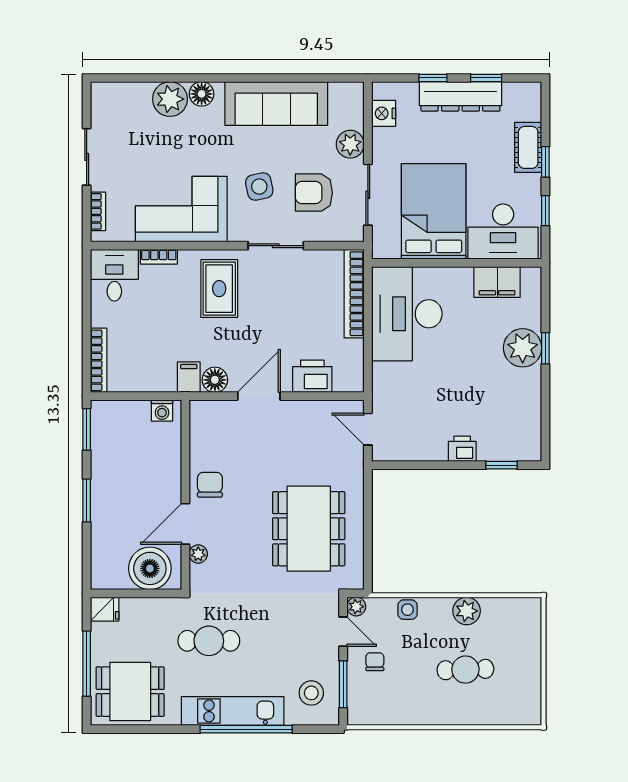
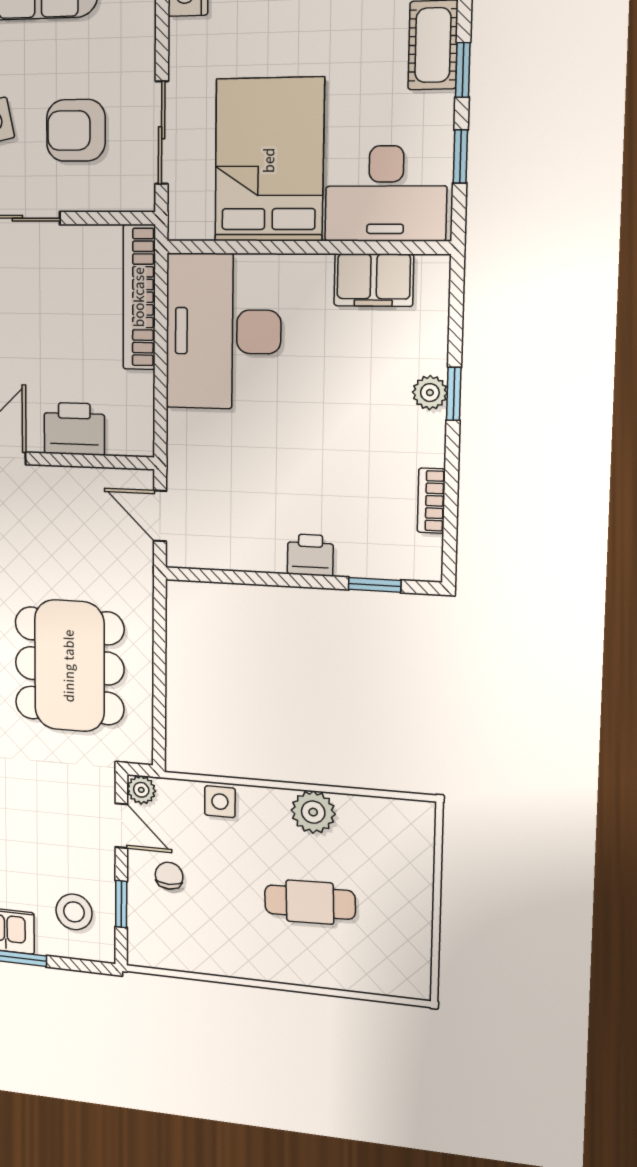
plant: (350, 144) -> (134, 48), removed
plant: (523, 348) -> (430, 393), width x0.53, depth x0.53
bookcase: (534, 412) -> (431, 501), added
window: (343, 684) -> (121, 904), width x0.67

